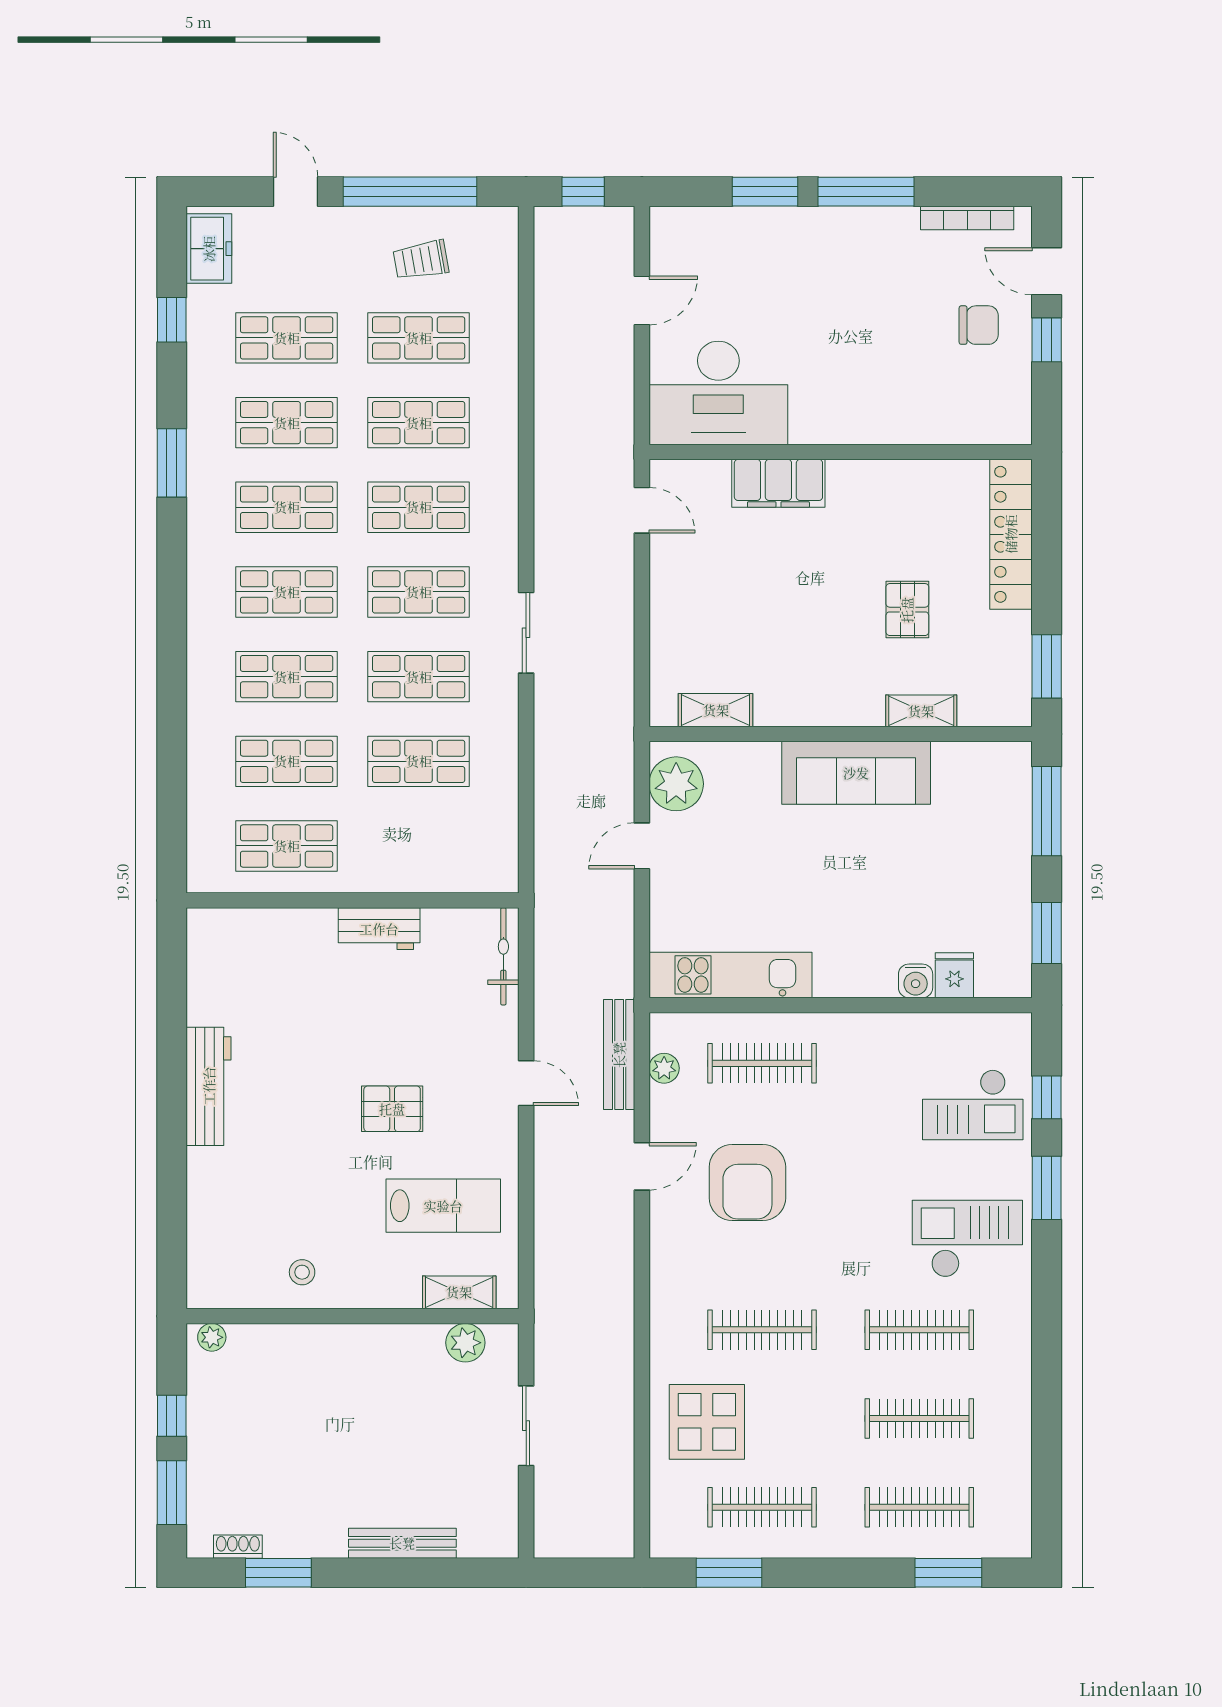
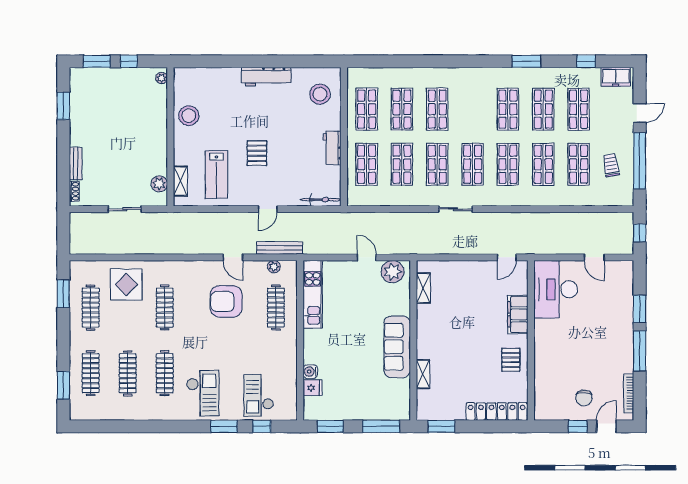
shop shelf: (287, 592) -> (367, 164), moved
pallet: (907, 610) -> (511, 360), moved, turned 90
stool: (251, 958) -> (320, 94), added
stool: (302, 1272) -> (189, 116), width x1.89, depth x1.89
bench: (402, 1543) -> (76, 164), width x0.73
shoe rack: (238, 1547) -> (74, 191), moved

